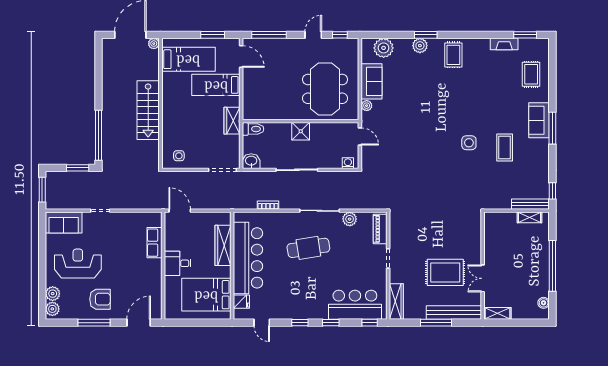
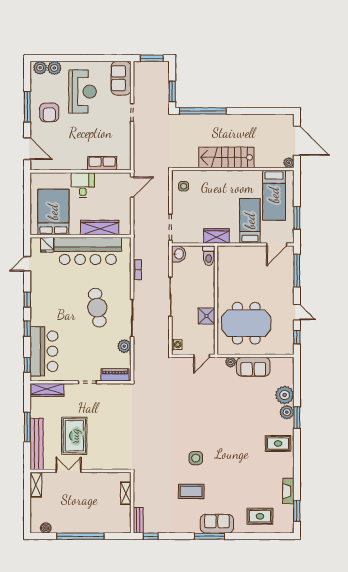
plant: (384, 48) -> (285, 395), moved
shower: (301, 131) -> (207, 316), moved
bench: (530, 204) -> (138, 520), width x0.73
shelving: (530, 217) -> (126, 493), moved

